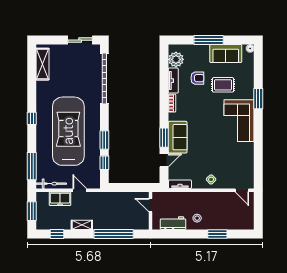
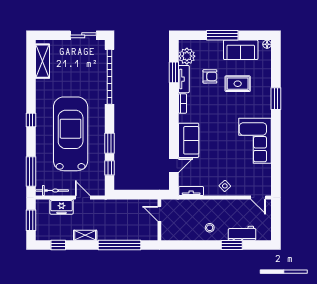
corner sofa: (239, 121) -> (255, 141), moved
window: (164, 138) -> (174, 72), moved
workbench: (173, 223) -> (242, 233), moved

